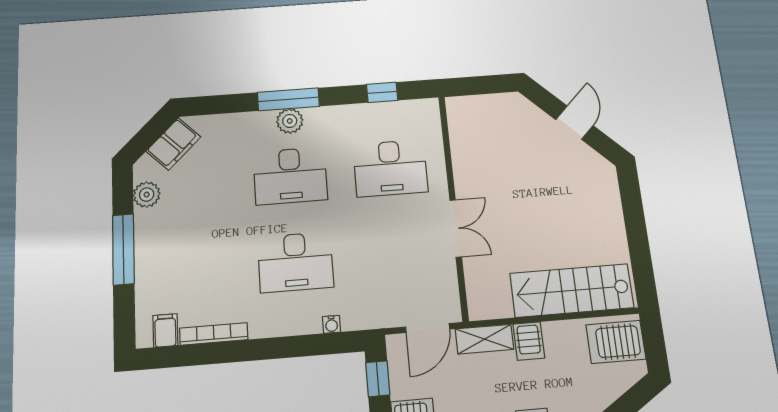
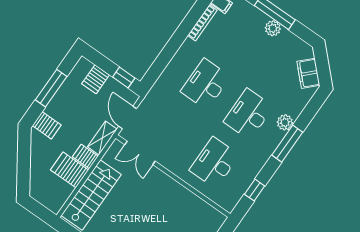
plant: (290, 121) -> (285, 122), moved
plant: (147, 195) -> (273, 28), moved
double door: (456, 228) -> (140, 153), moved
water cooler: (332, 324) -> (164, 77), removed
server rack: (616, 342) -> (70, 170), moved, turned -90

